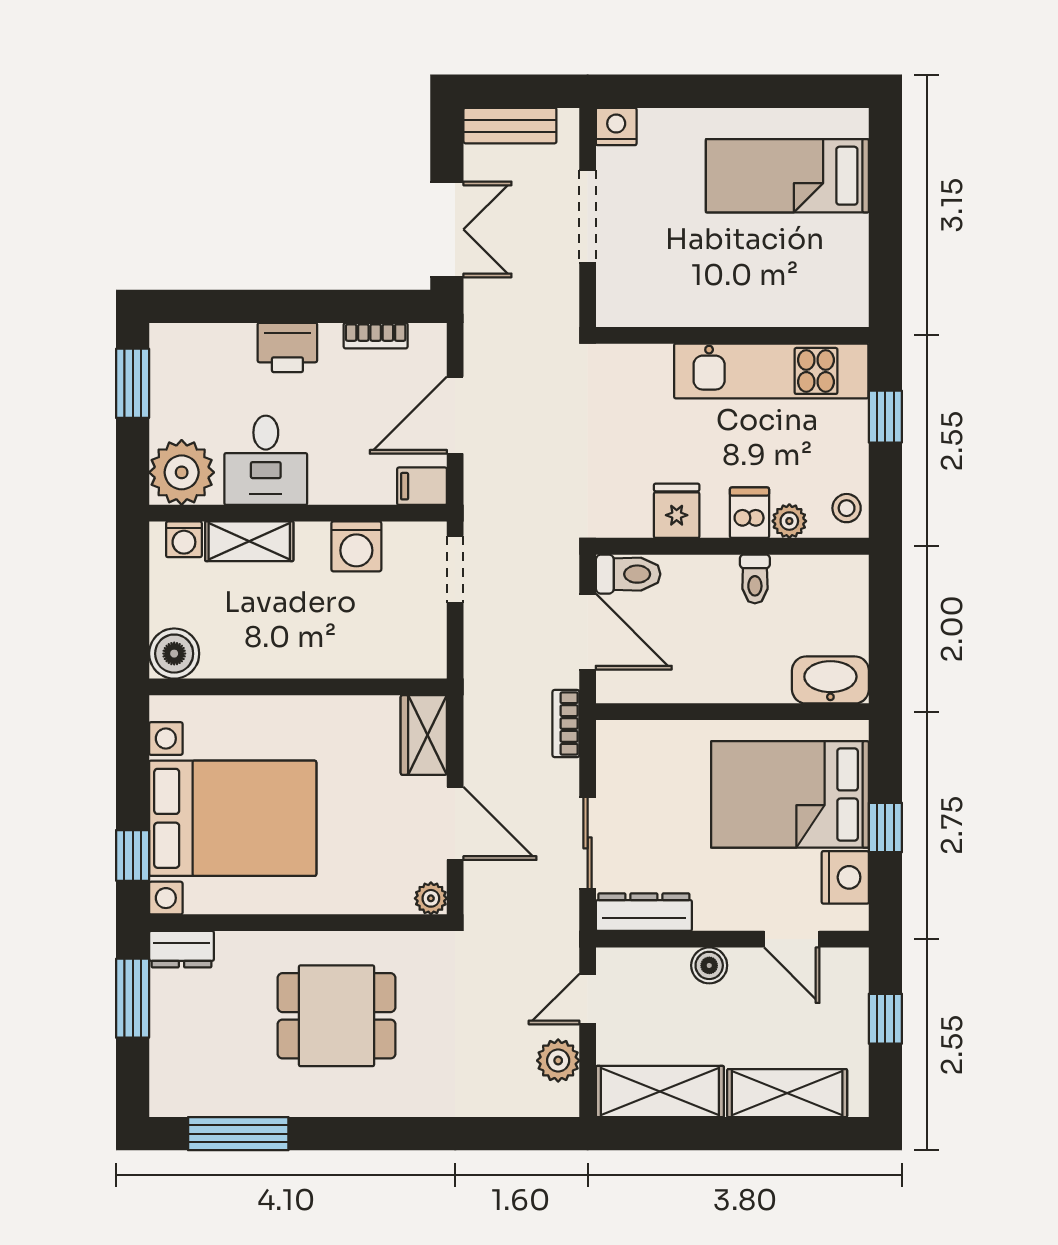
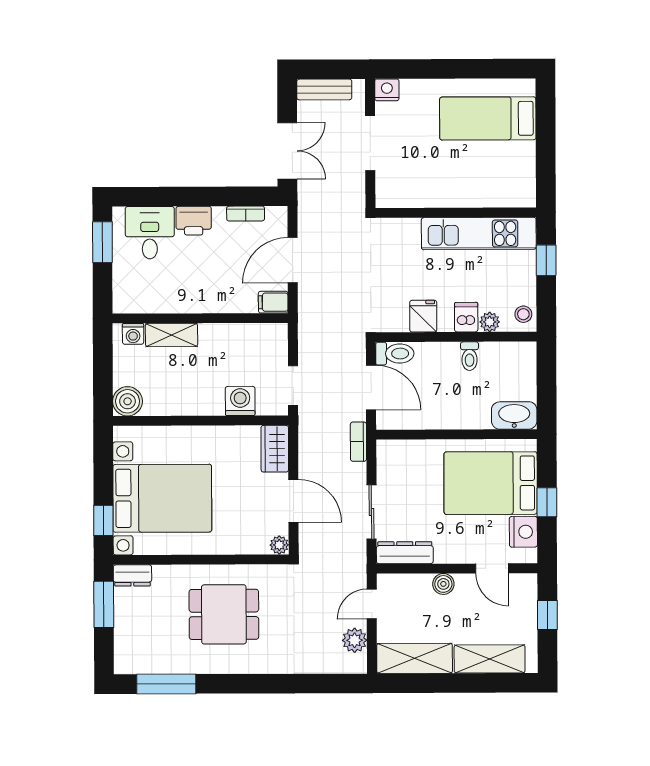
desk: (266, 460) -> (150, 233), moved, turned 180
plant: (182, 472) -> (132, 295), removed
washing machine: (356, 546) -> (240, 401), moved, turned 180
doorway: (455, 569) -> (293, 386), moved

